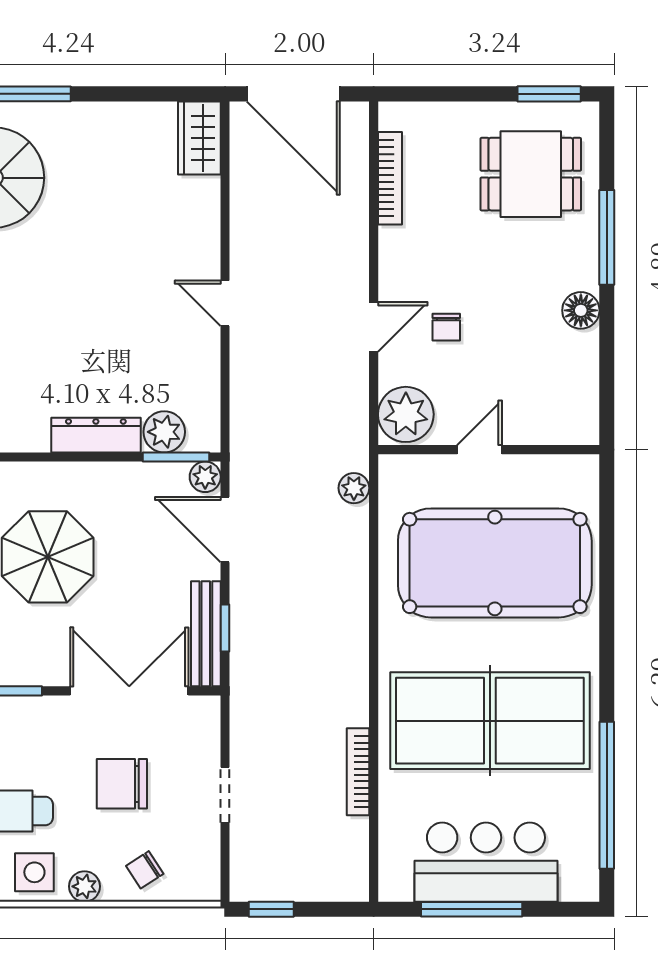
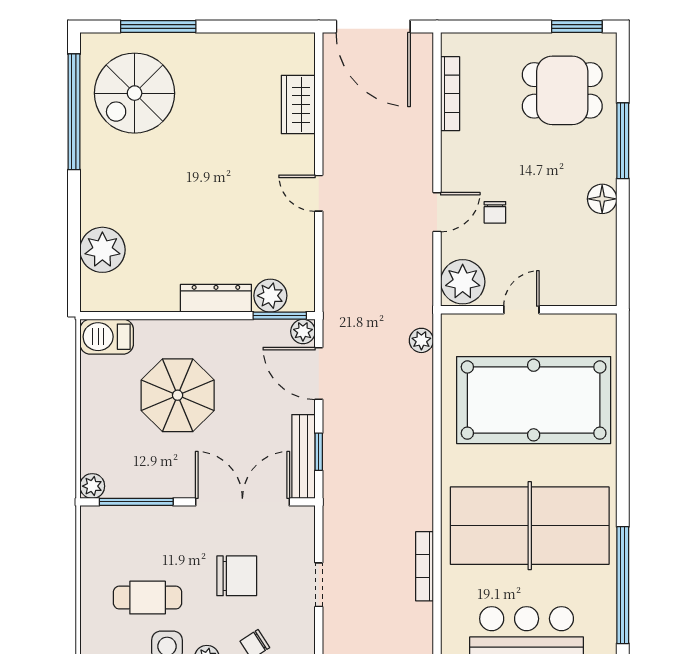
wardrobe: (199, 138) -> (298, 105), moved
chair: (122, 784) -> (237, 576), turned 180

